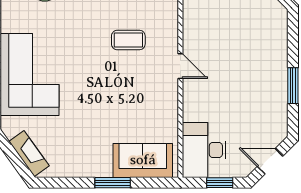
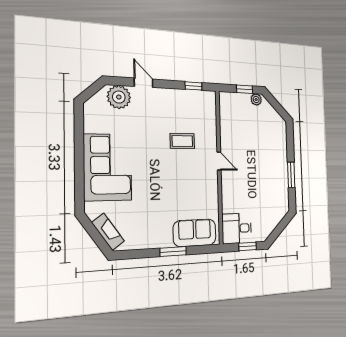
desk: (204, 150) -> (237, 228), width x0.73
door: (270, 161) -> (279, 229), removed

